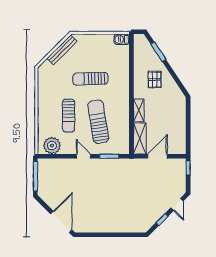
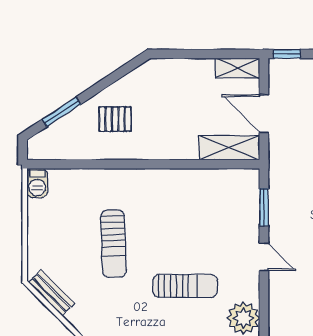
bench: (62, 50) -> (52, 293), width x0.73
shelving: (139, 110) -> (237, 68), moved
sun lounger: (98, 122) -> (197, 228), removed
door: (84, 156) -> (264, 257), swing flipped

